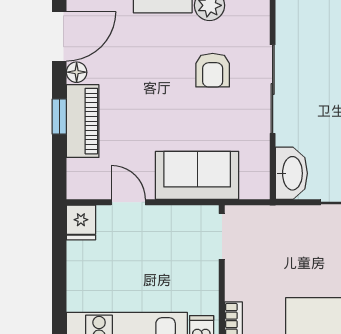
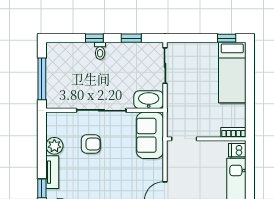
sofa: (197, 175) -> (150, 135), moved

